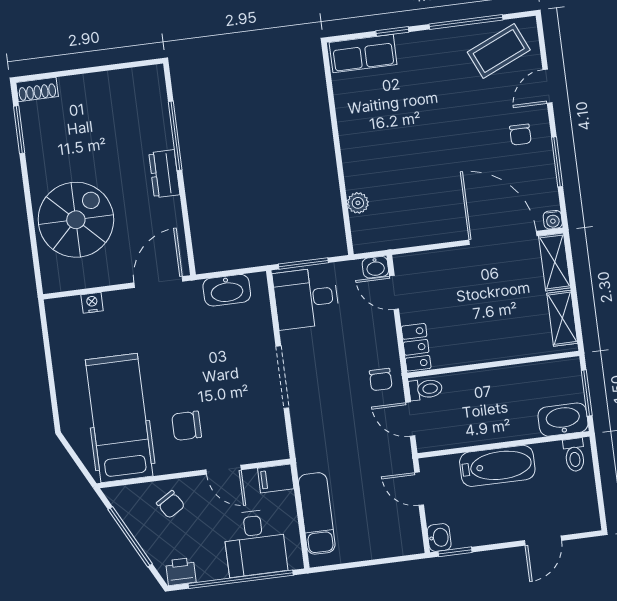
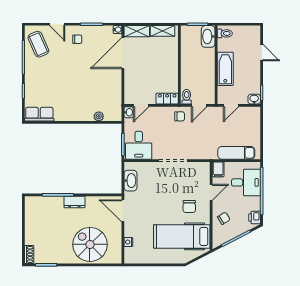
row of seats: (363, 53) -> (39, 114), moved, turned -90

